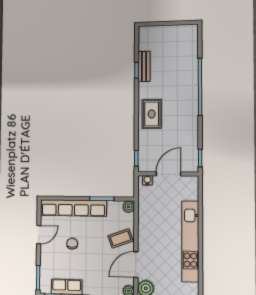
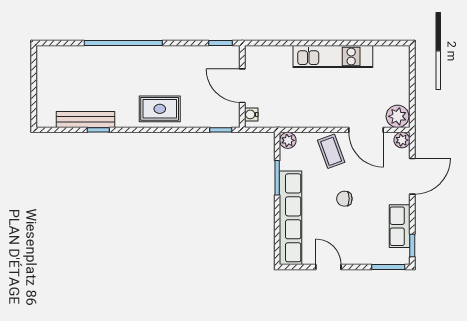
bench: (144, 66) -> (85, 119), width x1.36
kitchen unit: (190, 241) -> (333, 57), width x0.73
chair: (72, 244) -> (344, 199), moved

